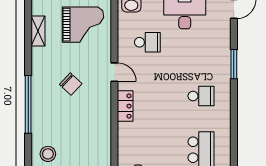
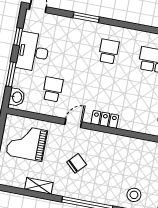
grand piano: (83, 25) -> (27, 143), turned -90
shelving: (38, 31) -> (39, 186), moved

